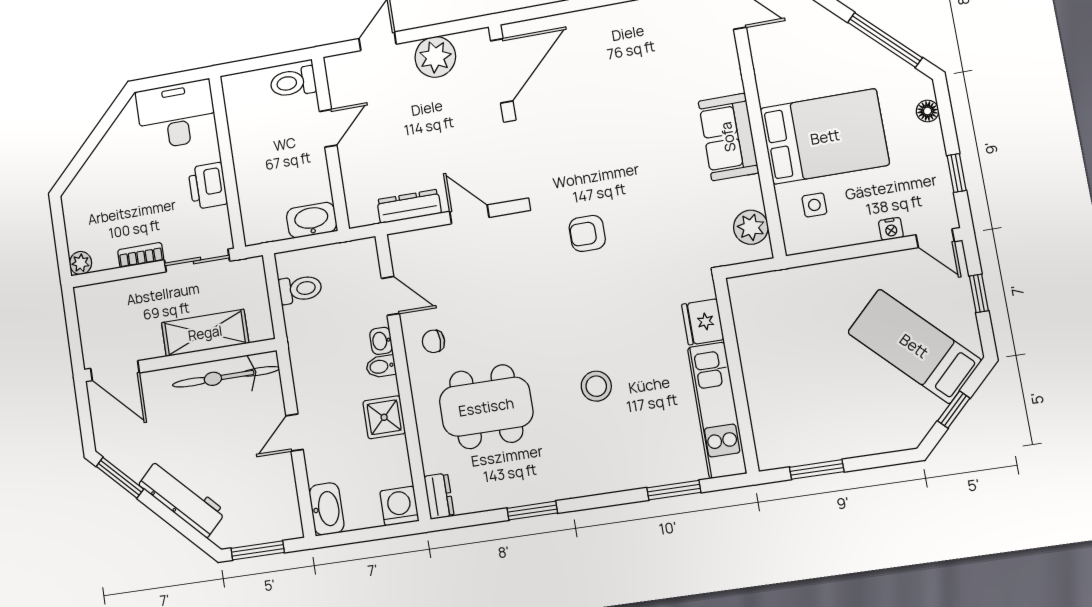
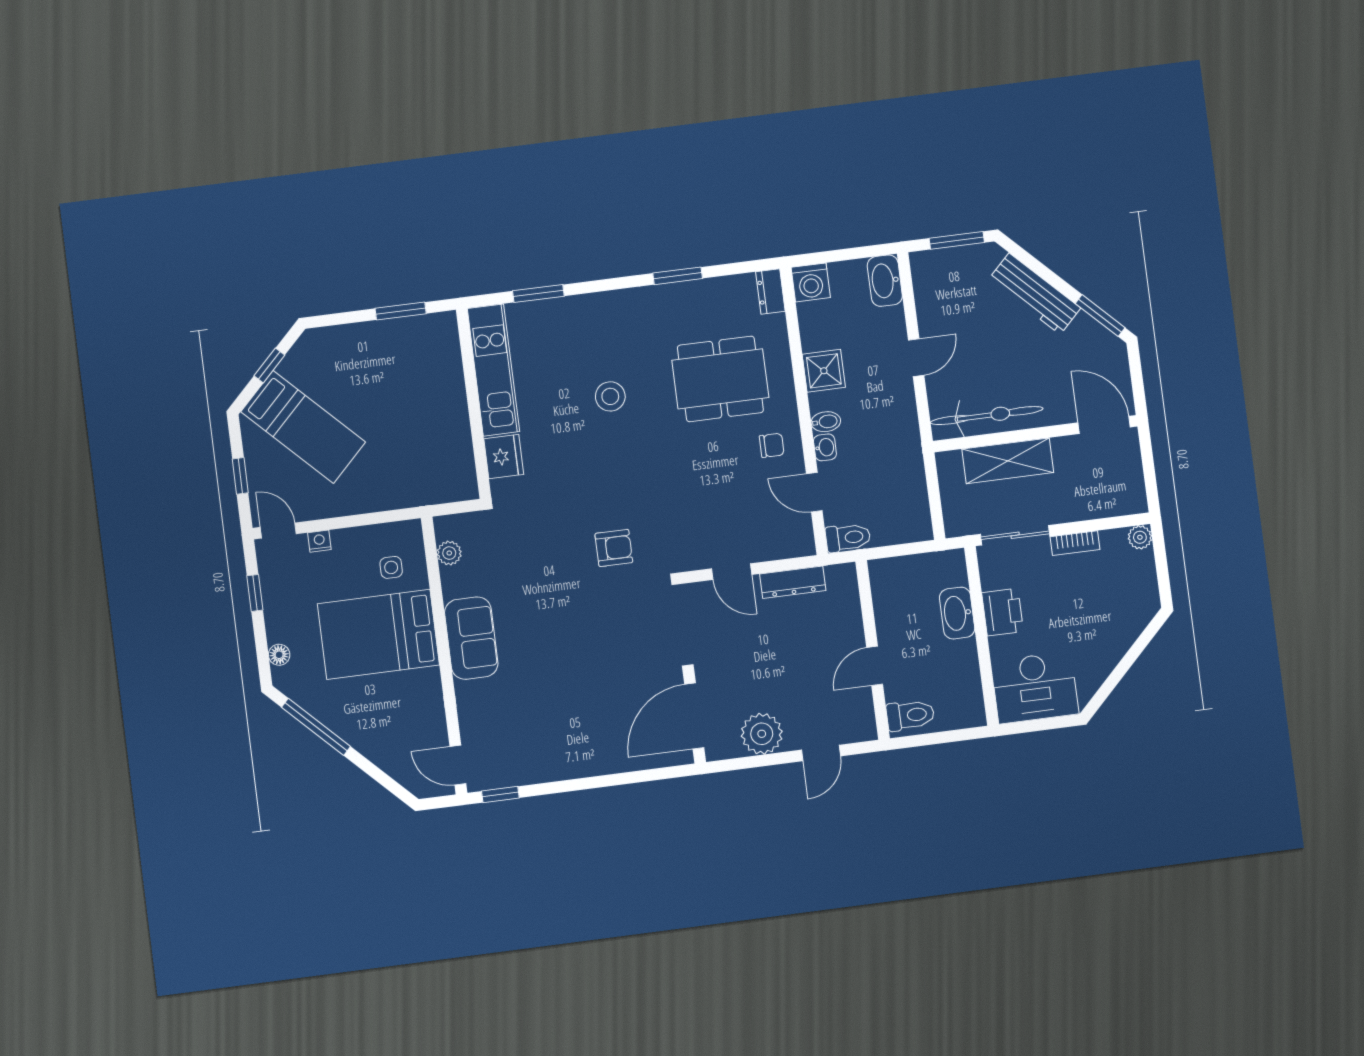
washbasin: (312, 220) -> (957, 613), moved, turned 90
plant: (751, 227) -> (449, 553), width x0.73, depth x0.73
toilet: (300, 289) -> (848, 538), moved, turned 180

